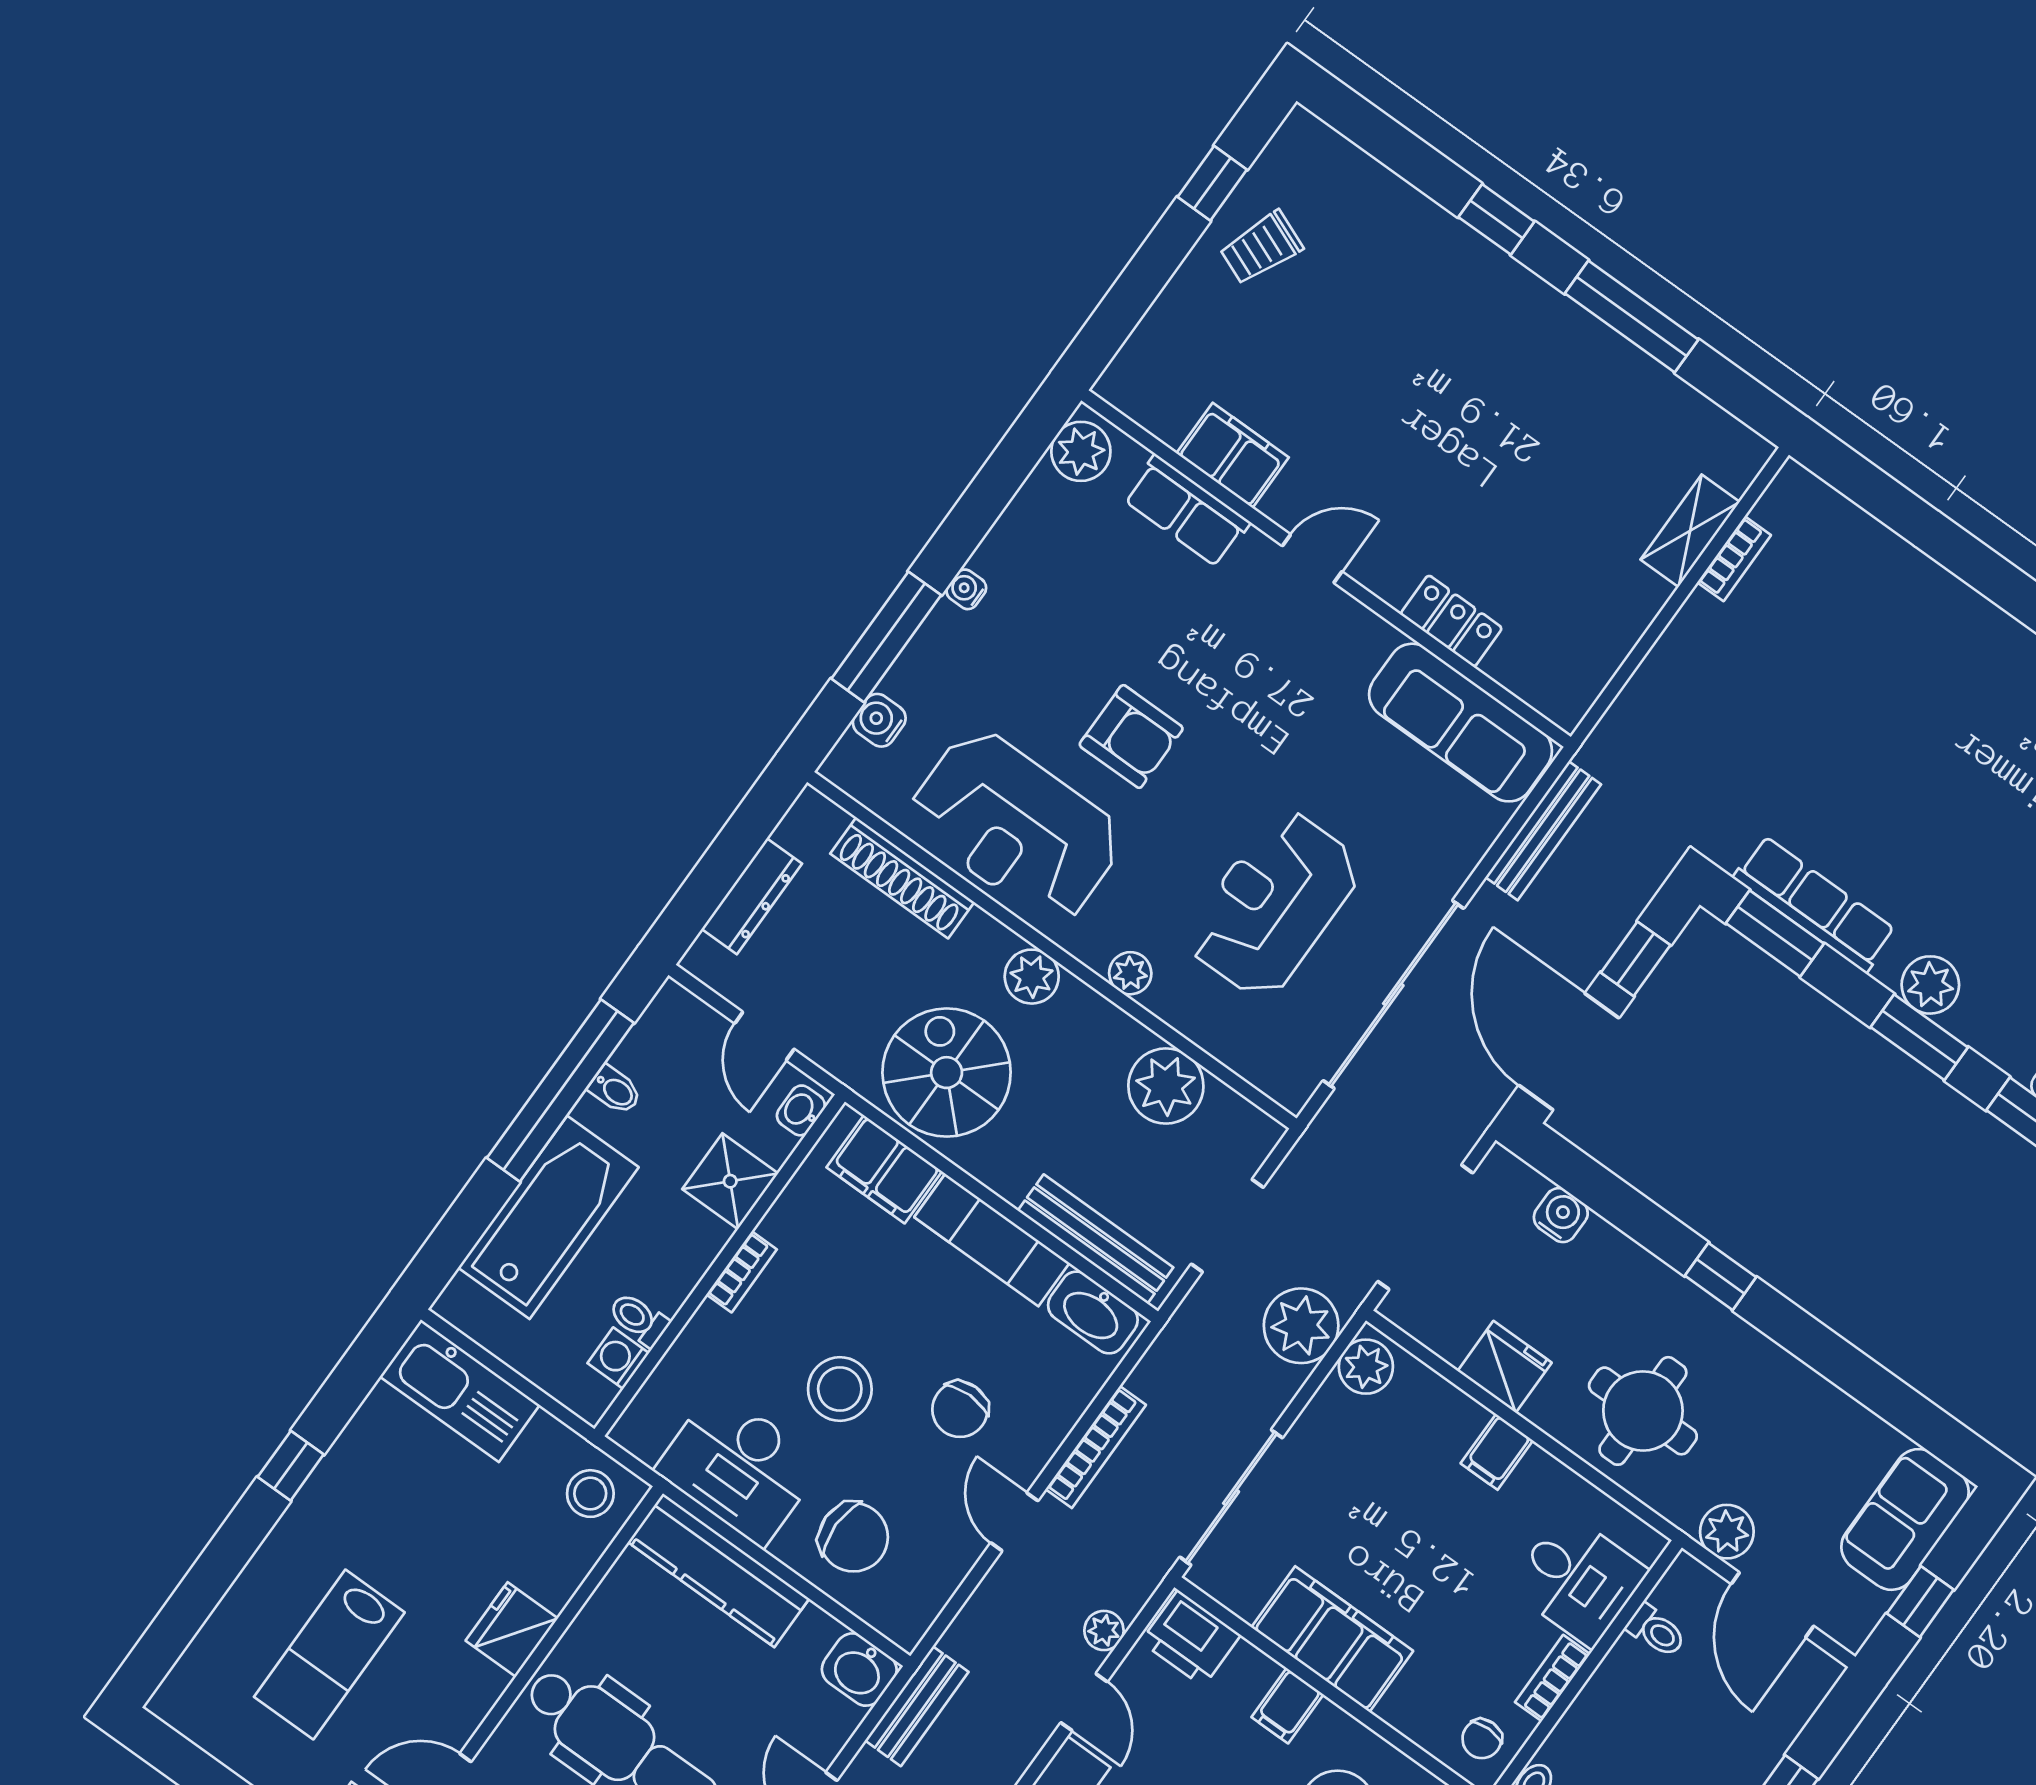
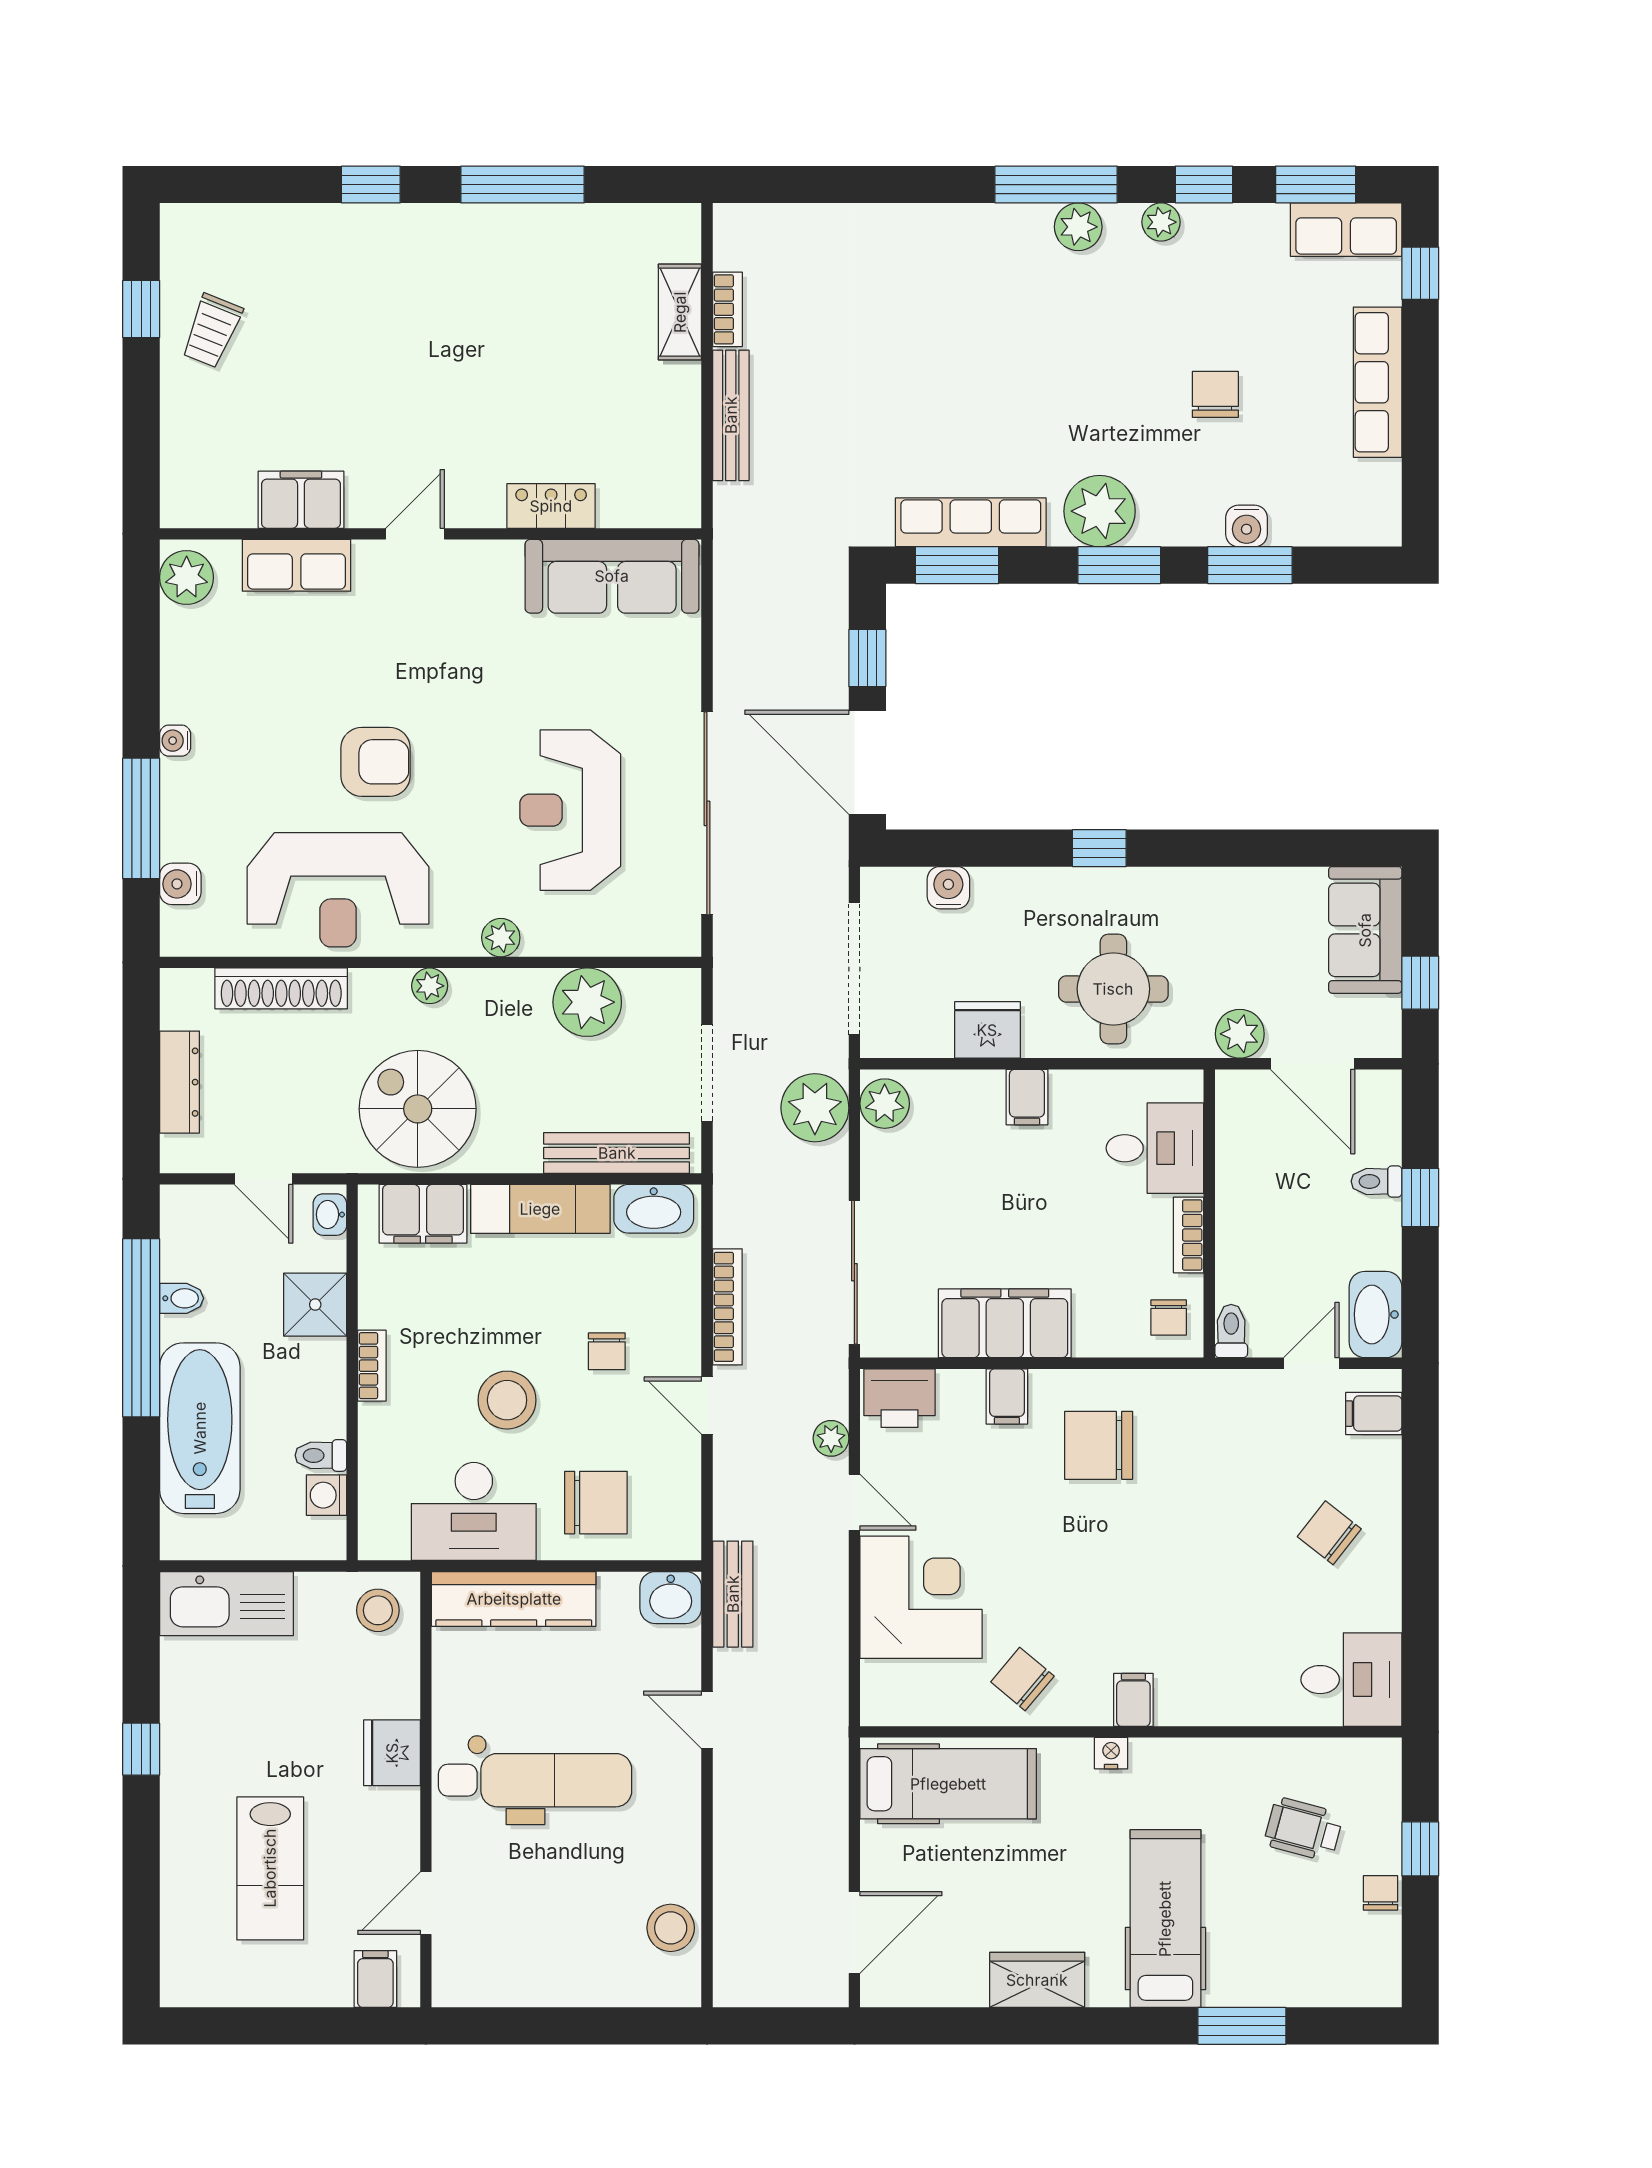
bench: (1543, 831) -> (731, 415), moved
plant: (1032, 977) -> (430, 986), width x0.73, depth x0.73
plant: (1930, 985) -> (1100, 511), width x1.36, depth x1.36
chair: (960, 1409) -> (607, 1351), width x0.73, depth x0.73
toilet: (1656, 1631) -> (1376, 1181), moved, turned 180

